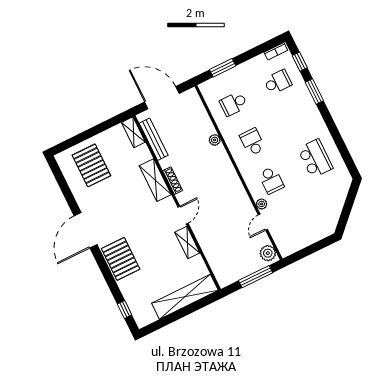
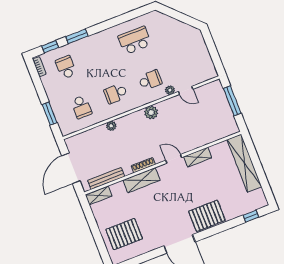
plant: (268, 253) -> (151, 112), moved

